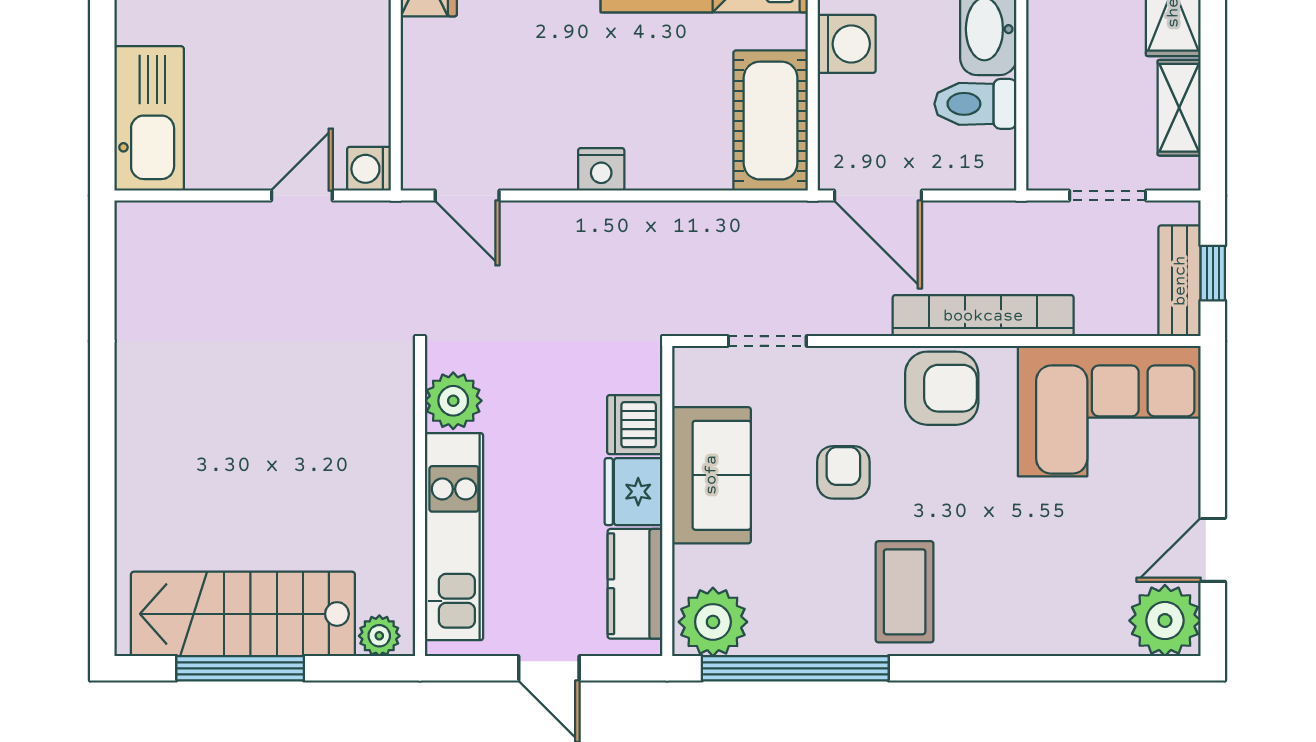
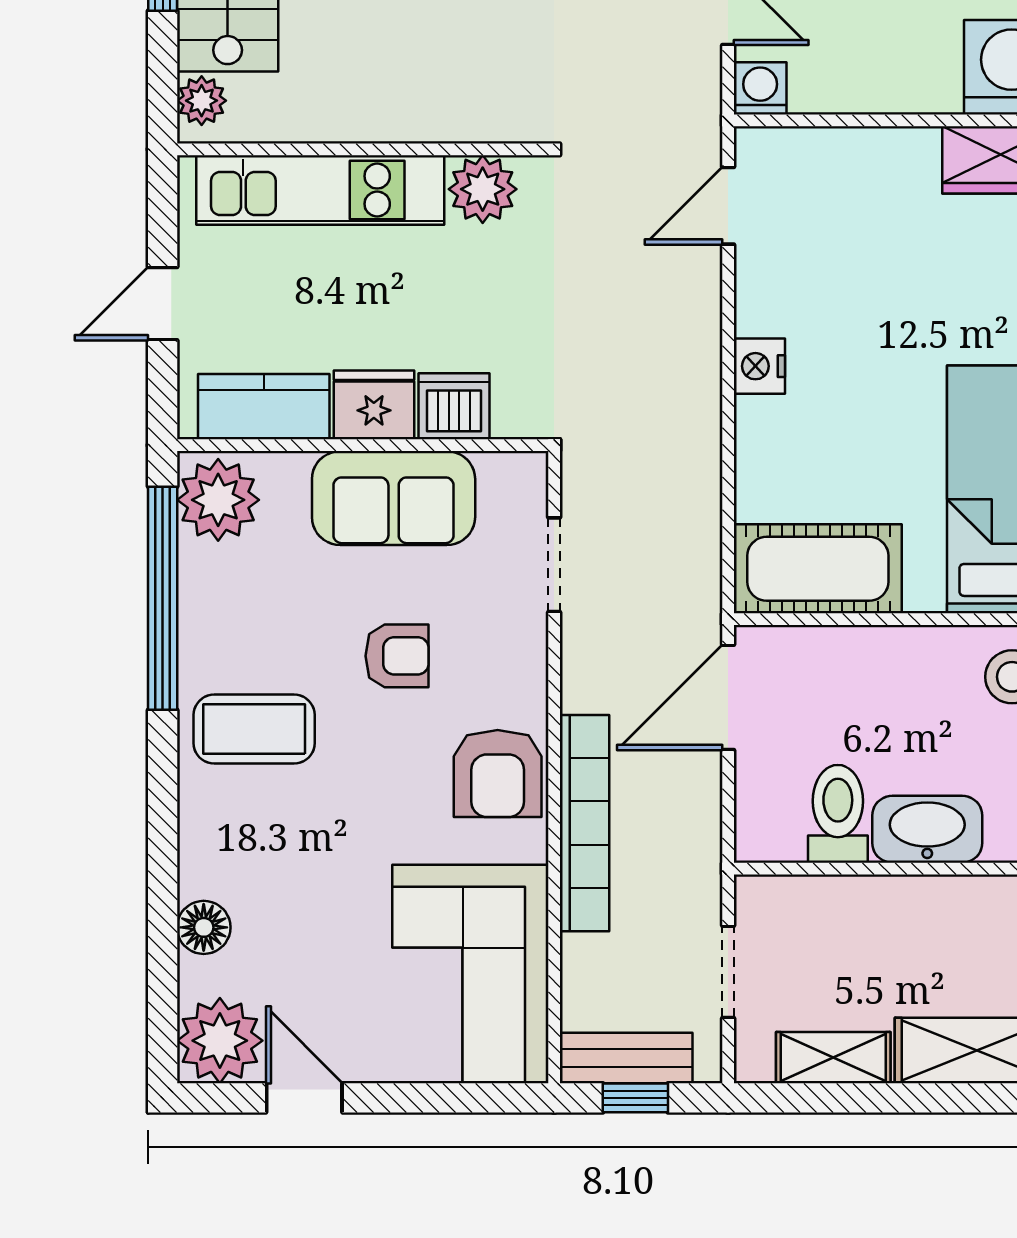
washing machine: (847, 44) -> (910, 660), removed
floor lamp: (1070, 634) -> (204, 927), added

